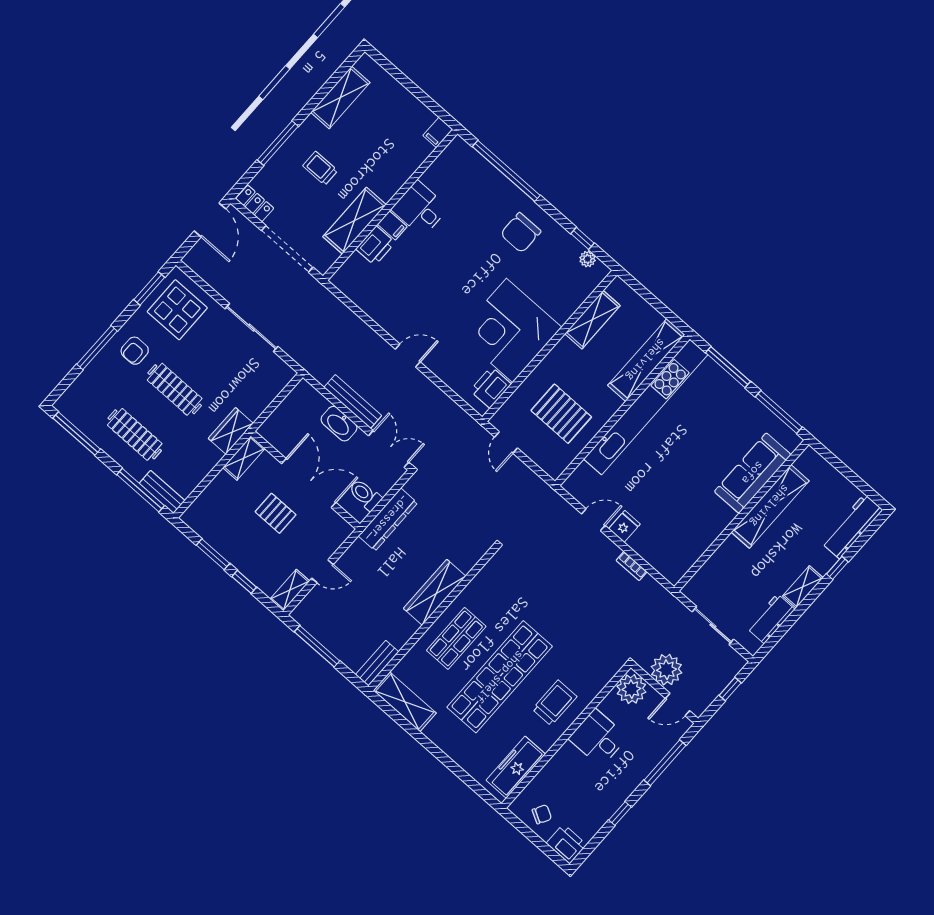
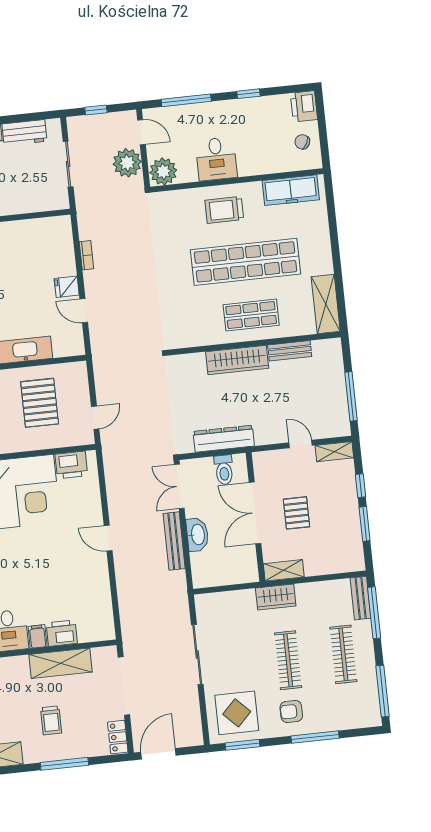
armchair: (135, 351) -> (291, 711), turned 180
bench: (377, 663) -> (290, 351), moved

